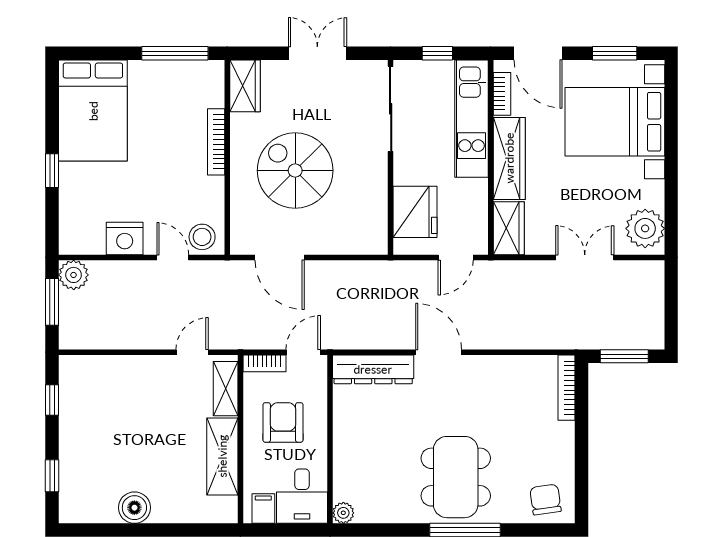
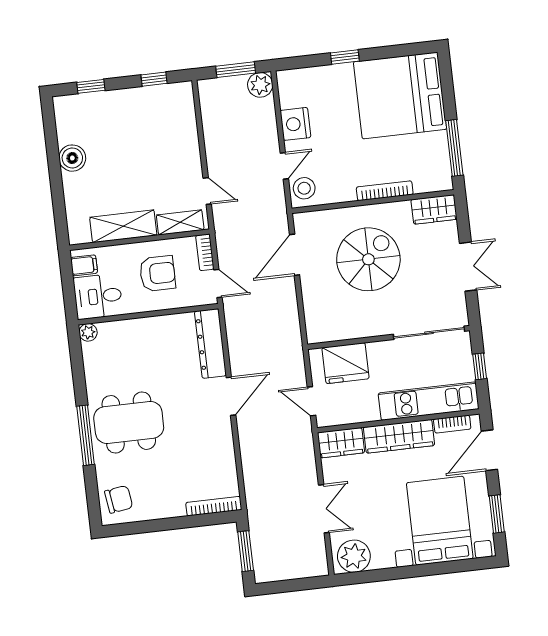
bed: (93, 111) -> (400, 96), width x1.36

